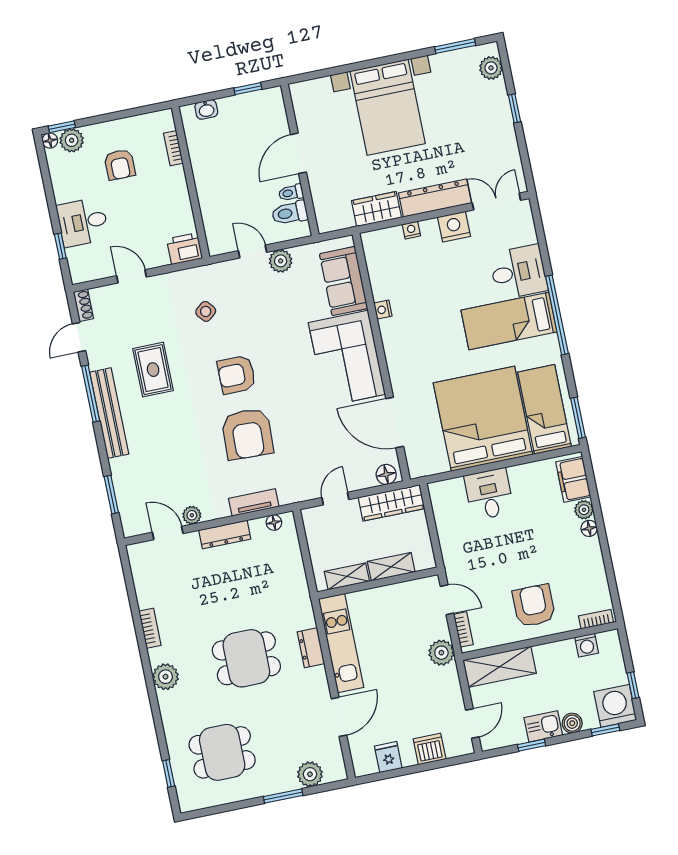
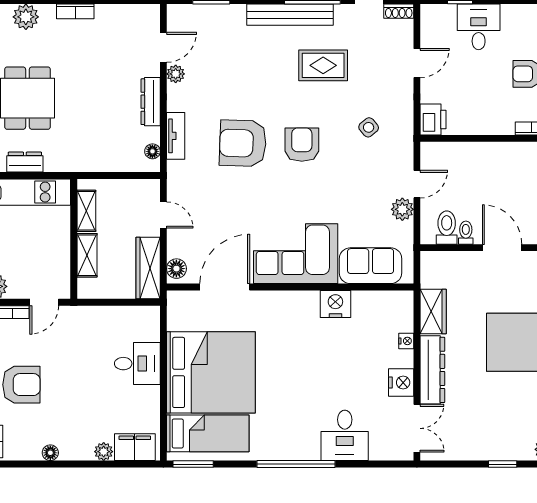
nightstand: (383, 310) -> (335, 304), width x1.89, depth x1.79
bed: (509, 321) -> (300, 417), removed
floor lamp: (589, 528) -> (50, 453), moved

